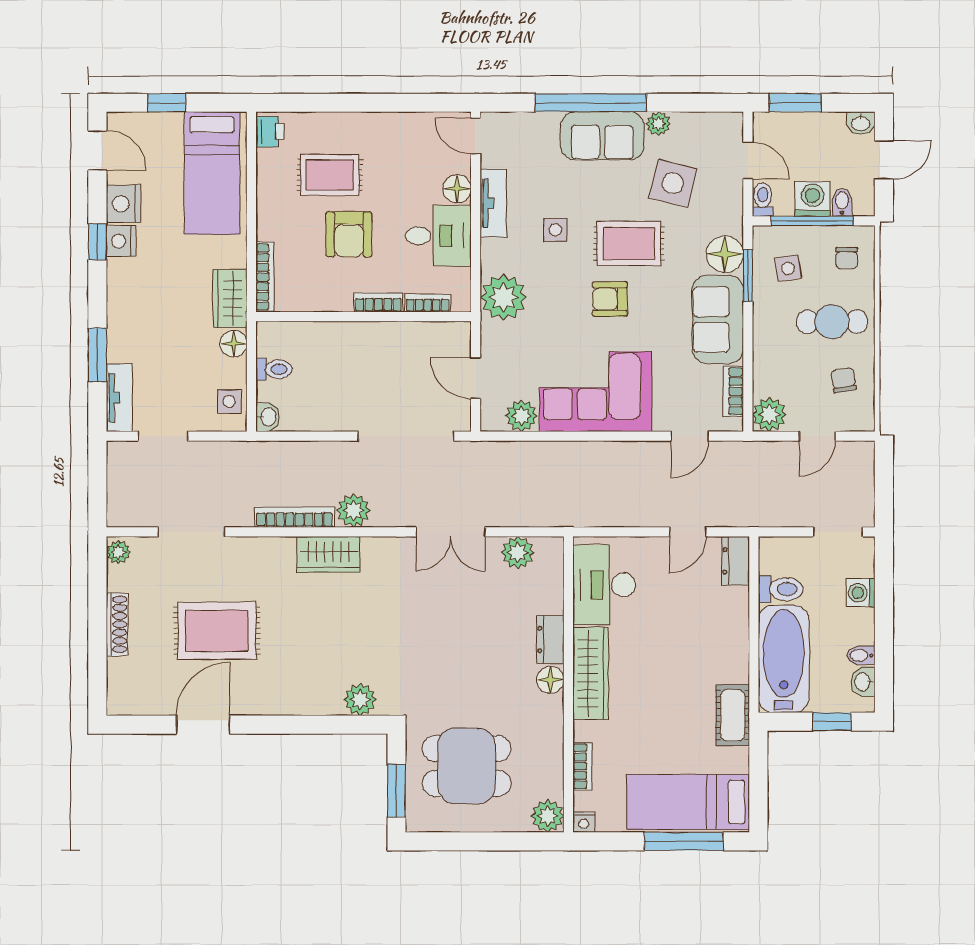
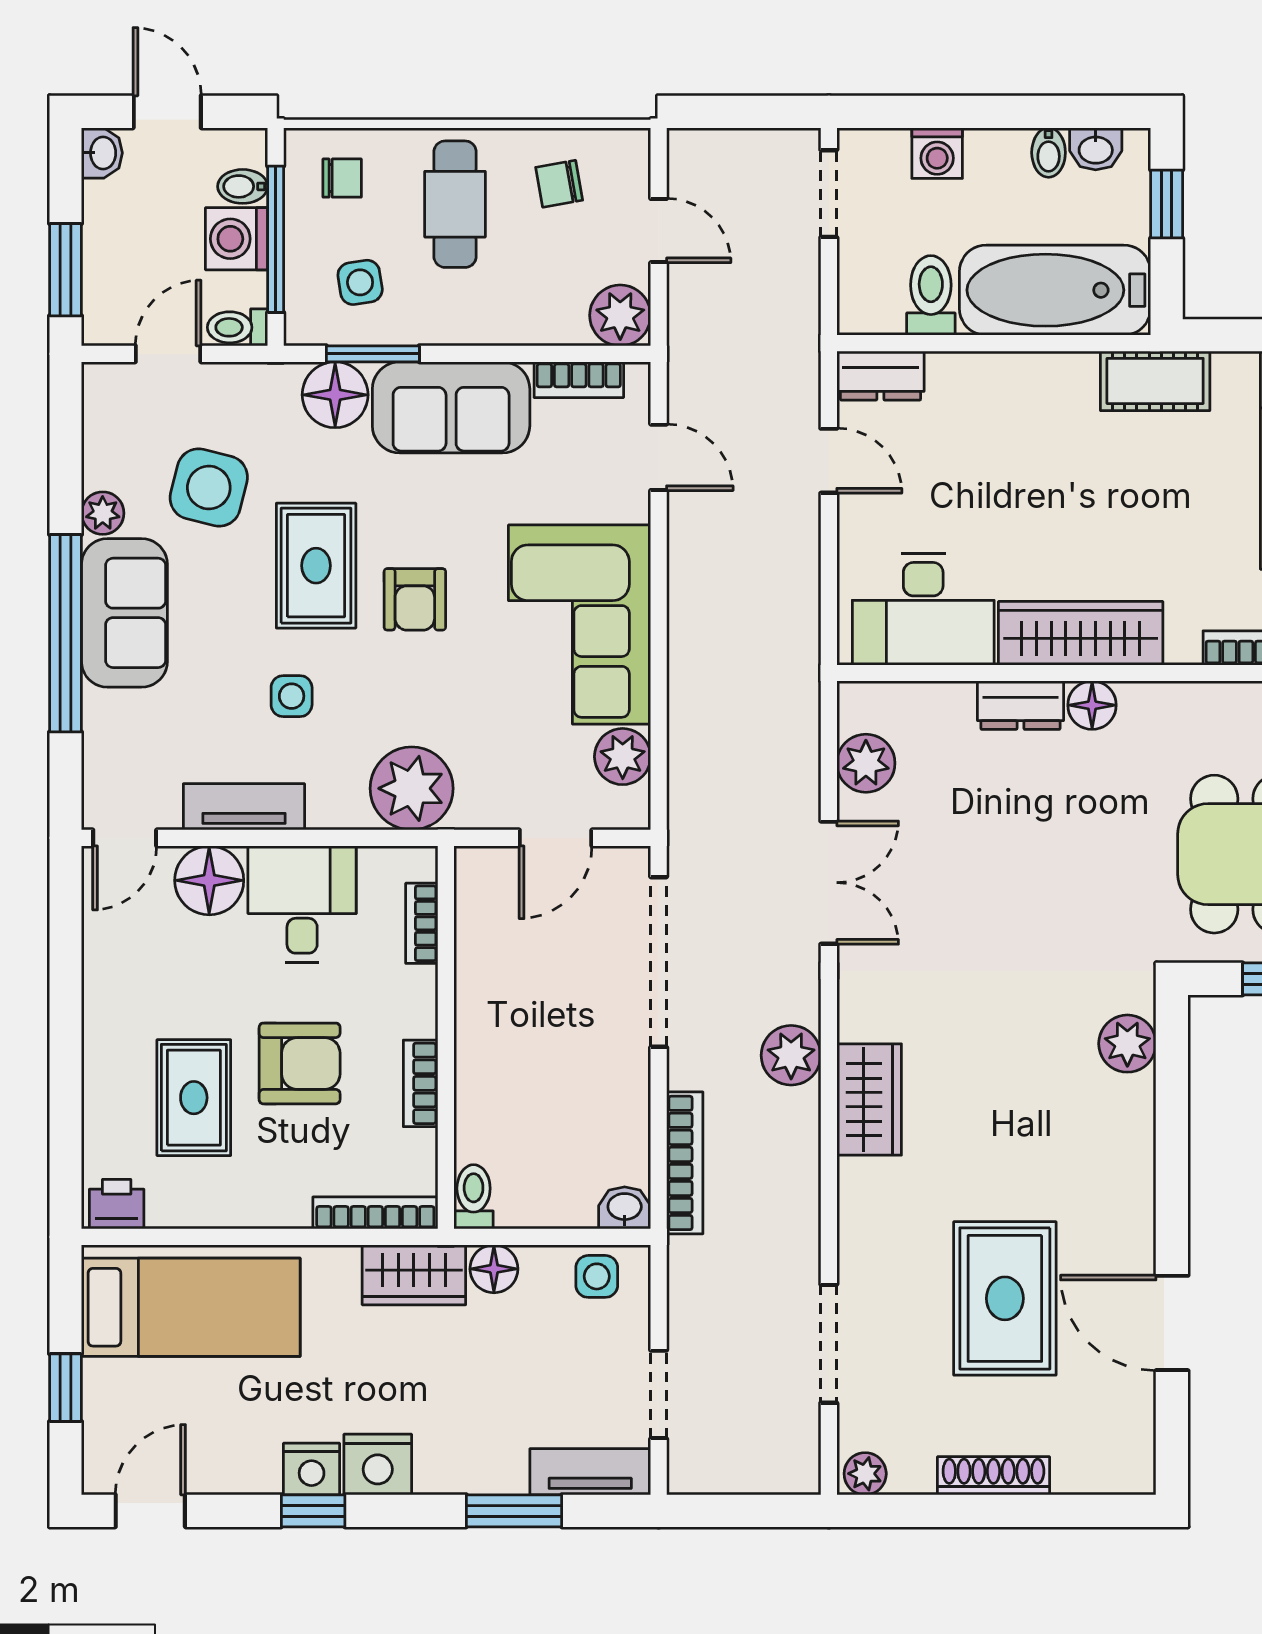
floor lamp: (457, 189) -> (209, 880), width x1.38, depth x1.38
nightstand: (123, 204) -> (378, 1465), moved
bookcase: (378, 302) -> (421, 1083), moved
toilet: (274, 369) -> (474, 1197), moved
bookcase: (294, 517) -> (685, 1163), moved, turned 180

